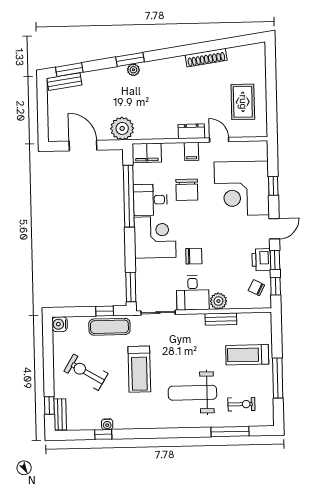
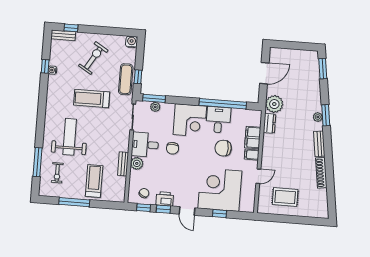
bench: (64, 82) -> (319, 144), moved
dresser: (191, 131) -> (269, 123), moved
filing cabinet: (147, 153) -> (253, 138), moved
plant: (142, 284) -> (155, 107), added

